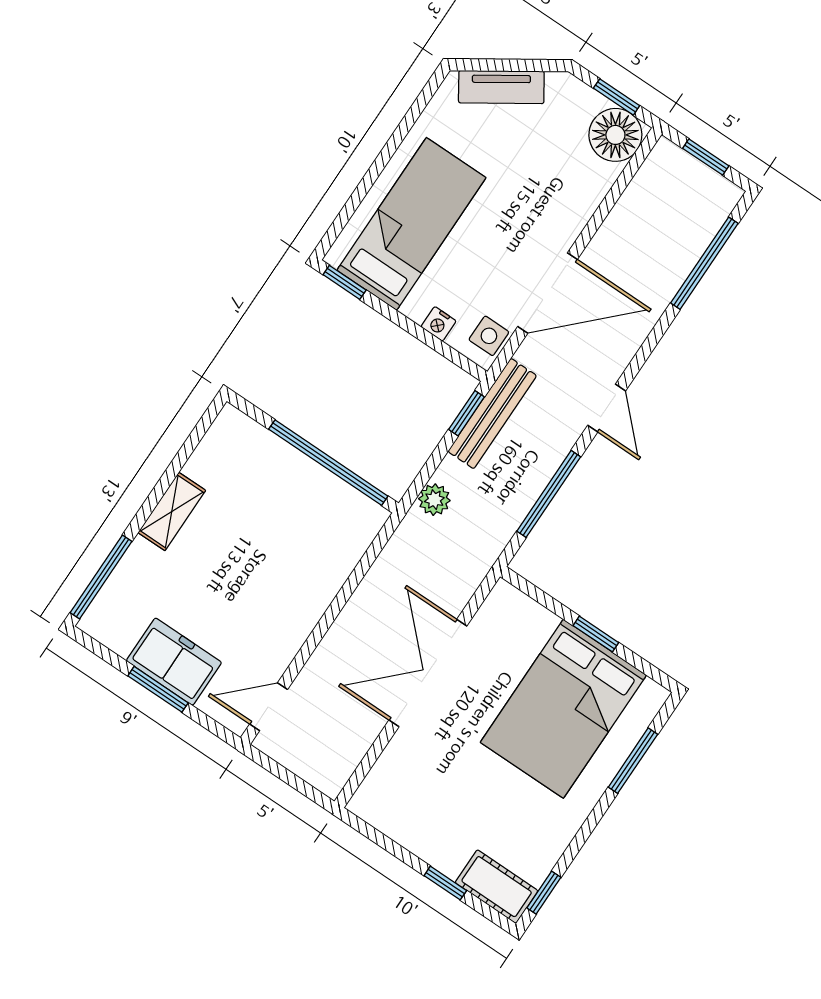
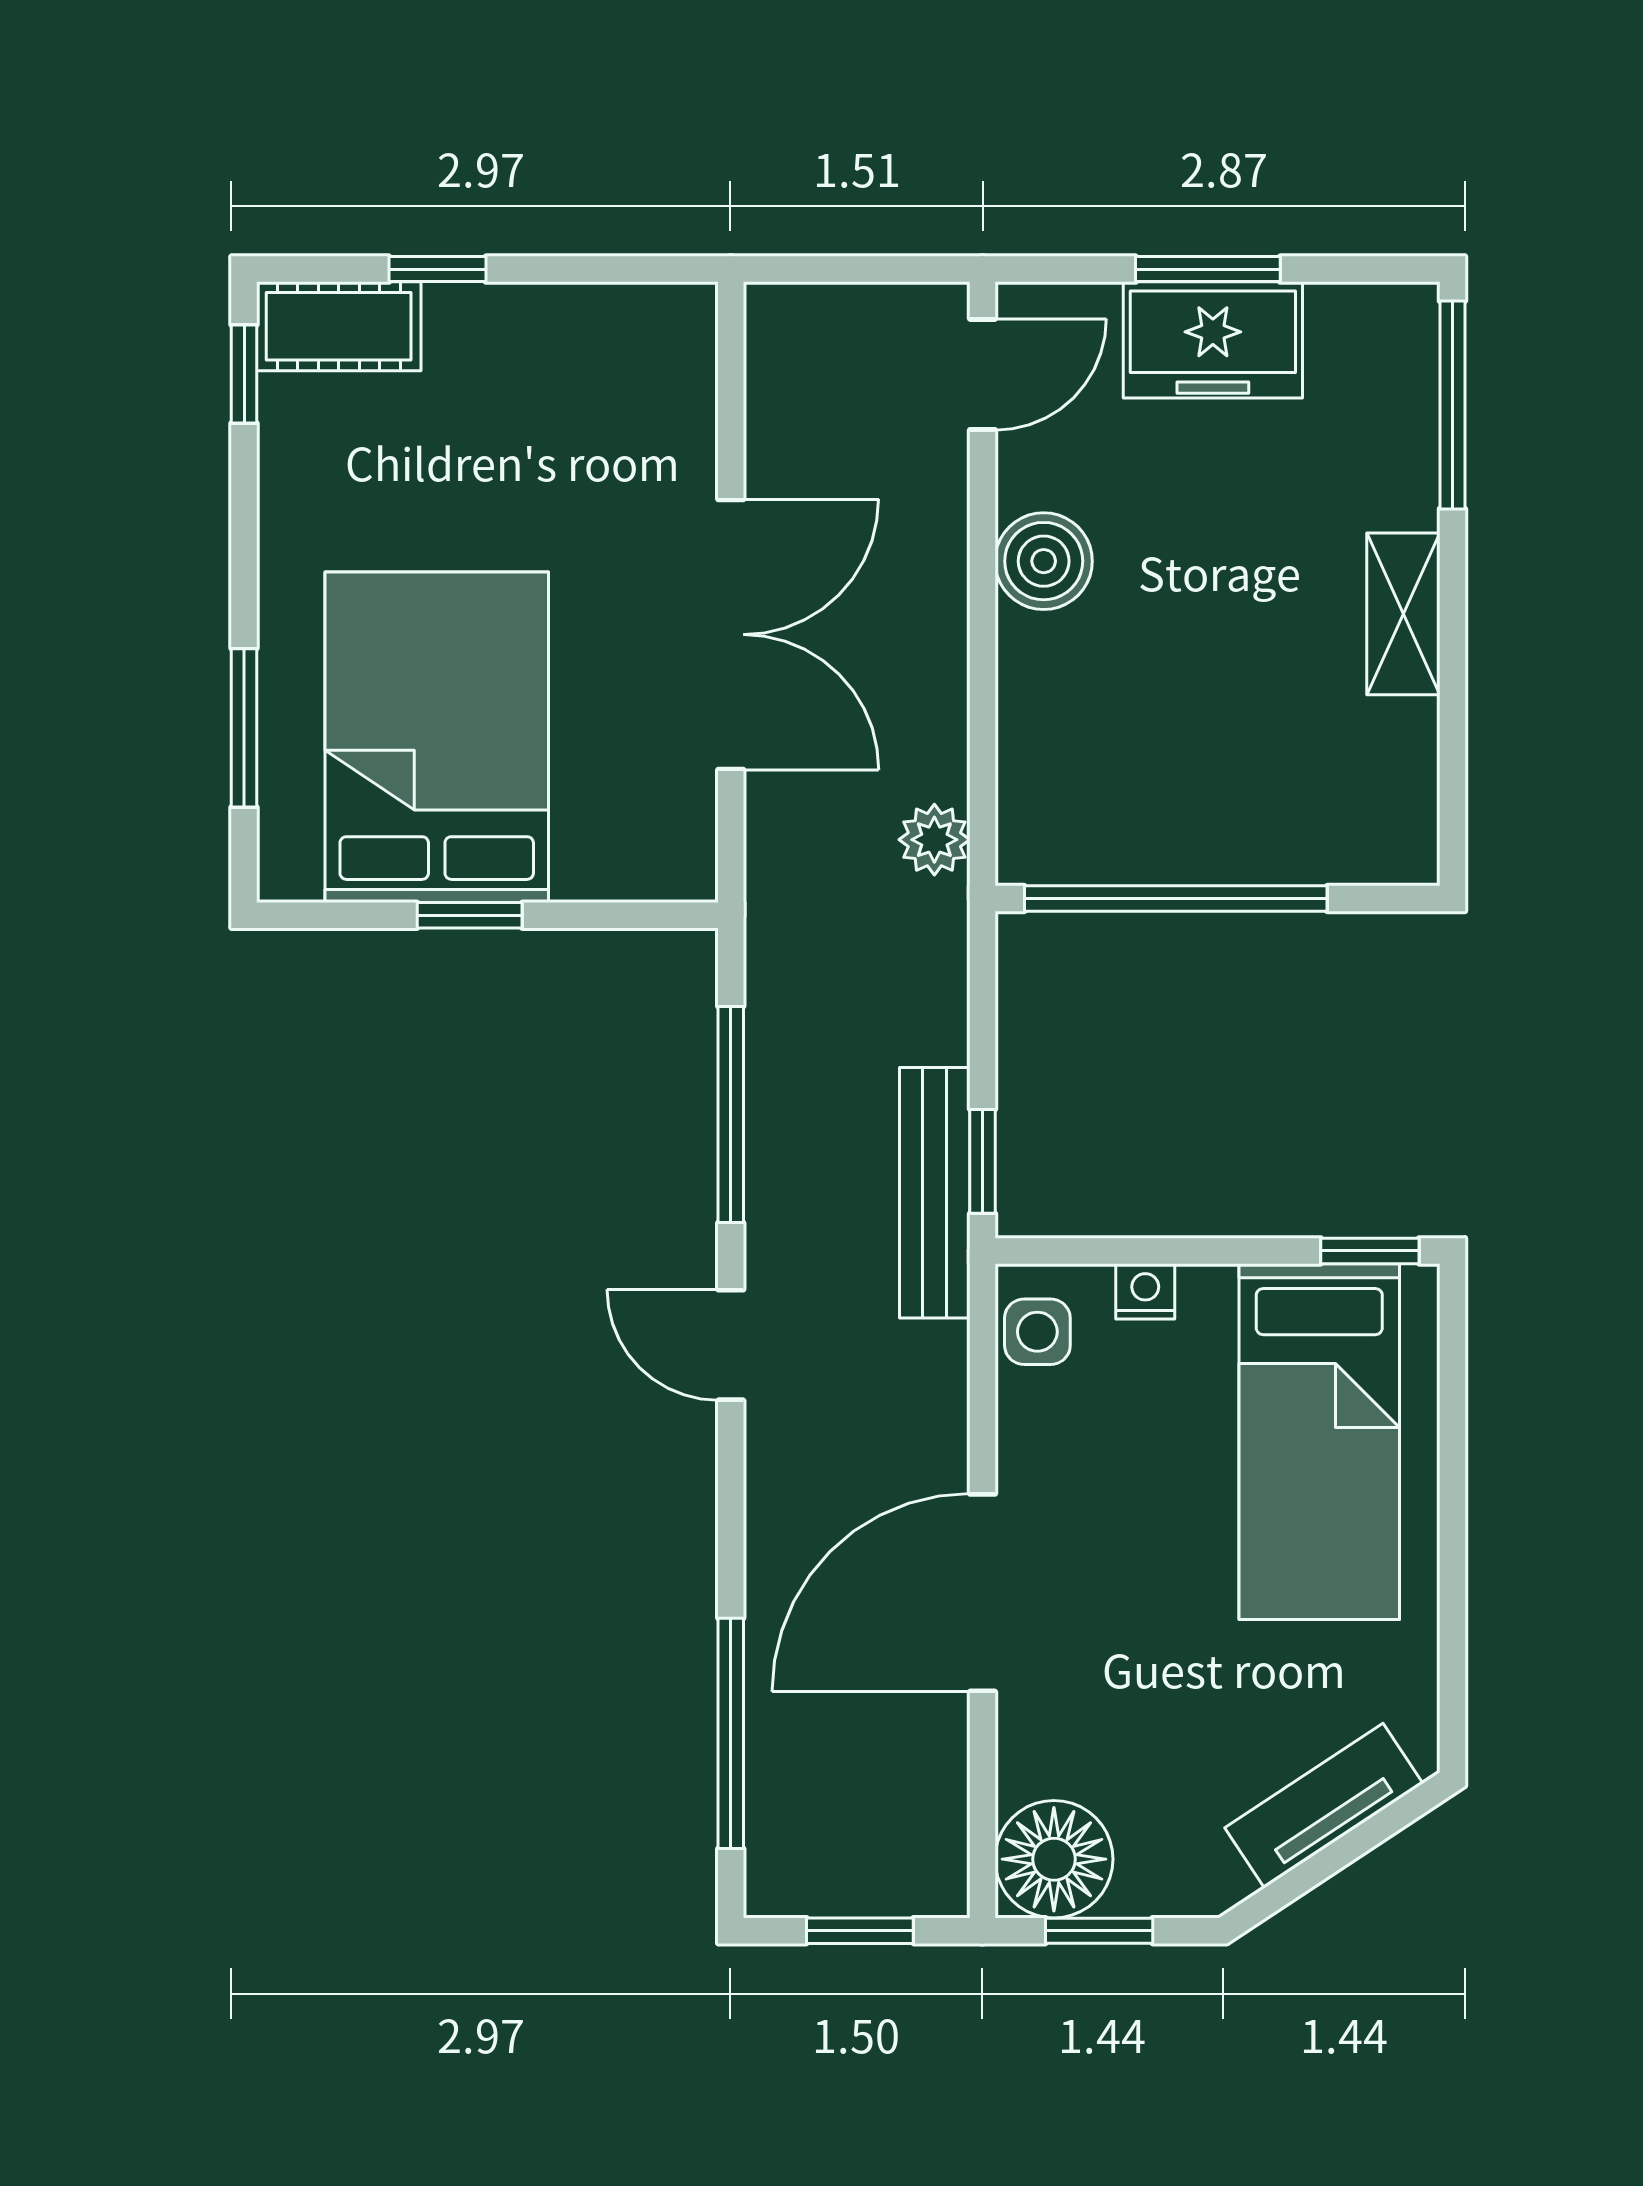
door: (548, 293) -> (982, 1593), moved
plant: (434, 500) -> (934, 840), moved
boiler: (293, 622) -> (1044, 561), added

